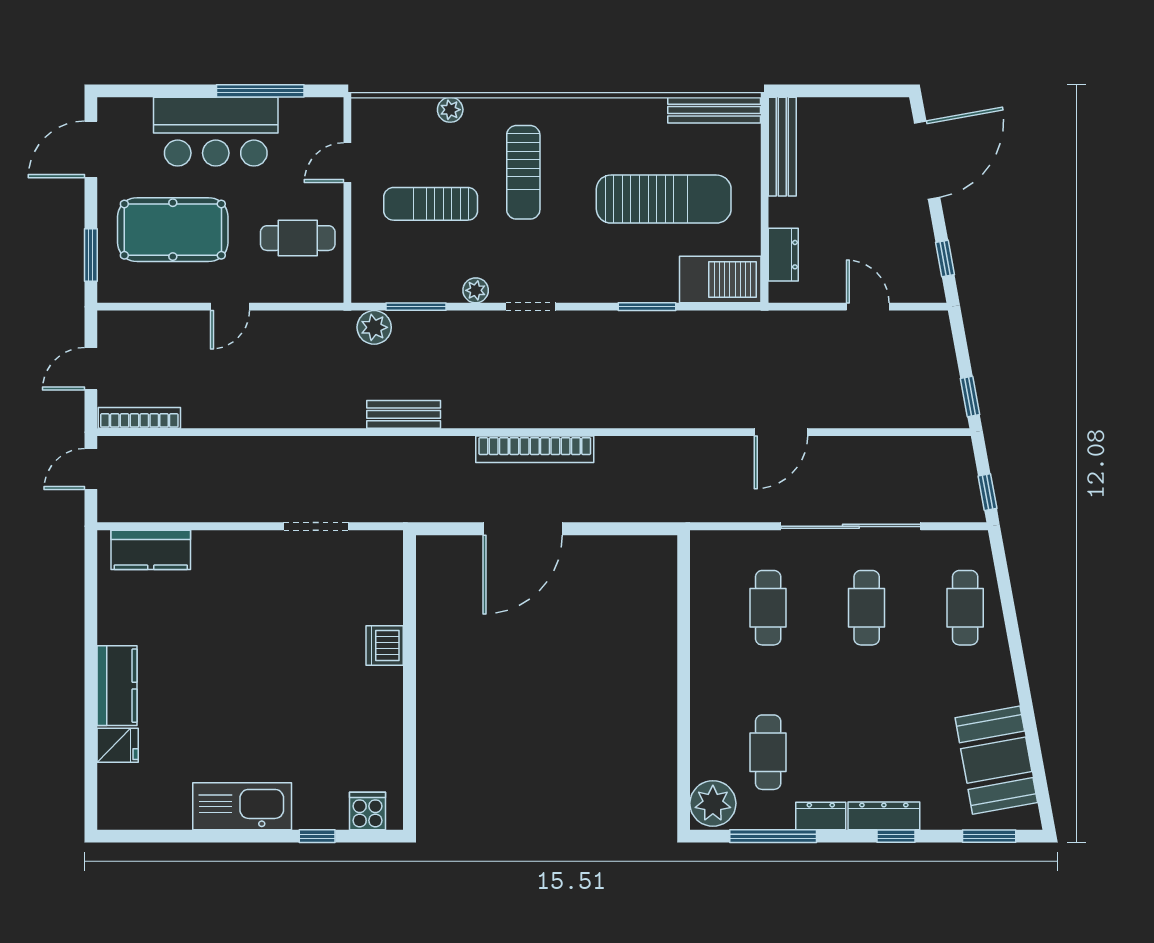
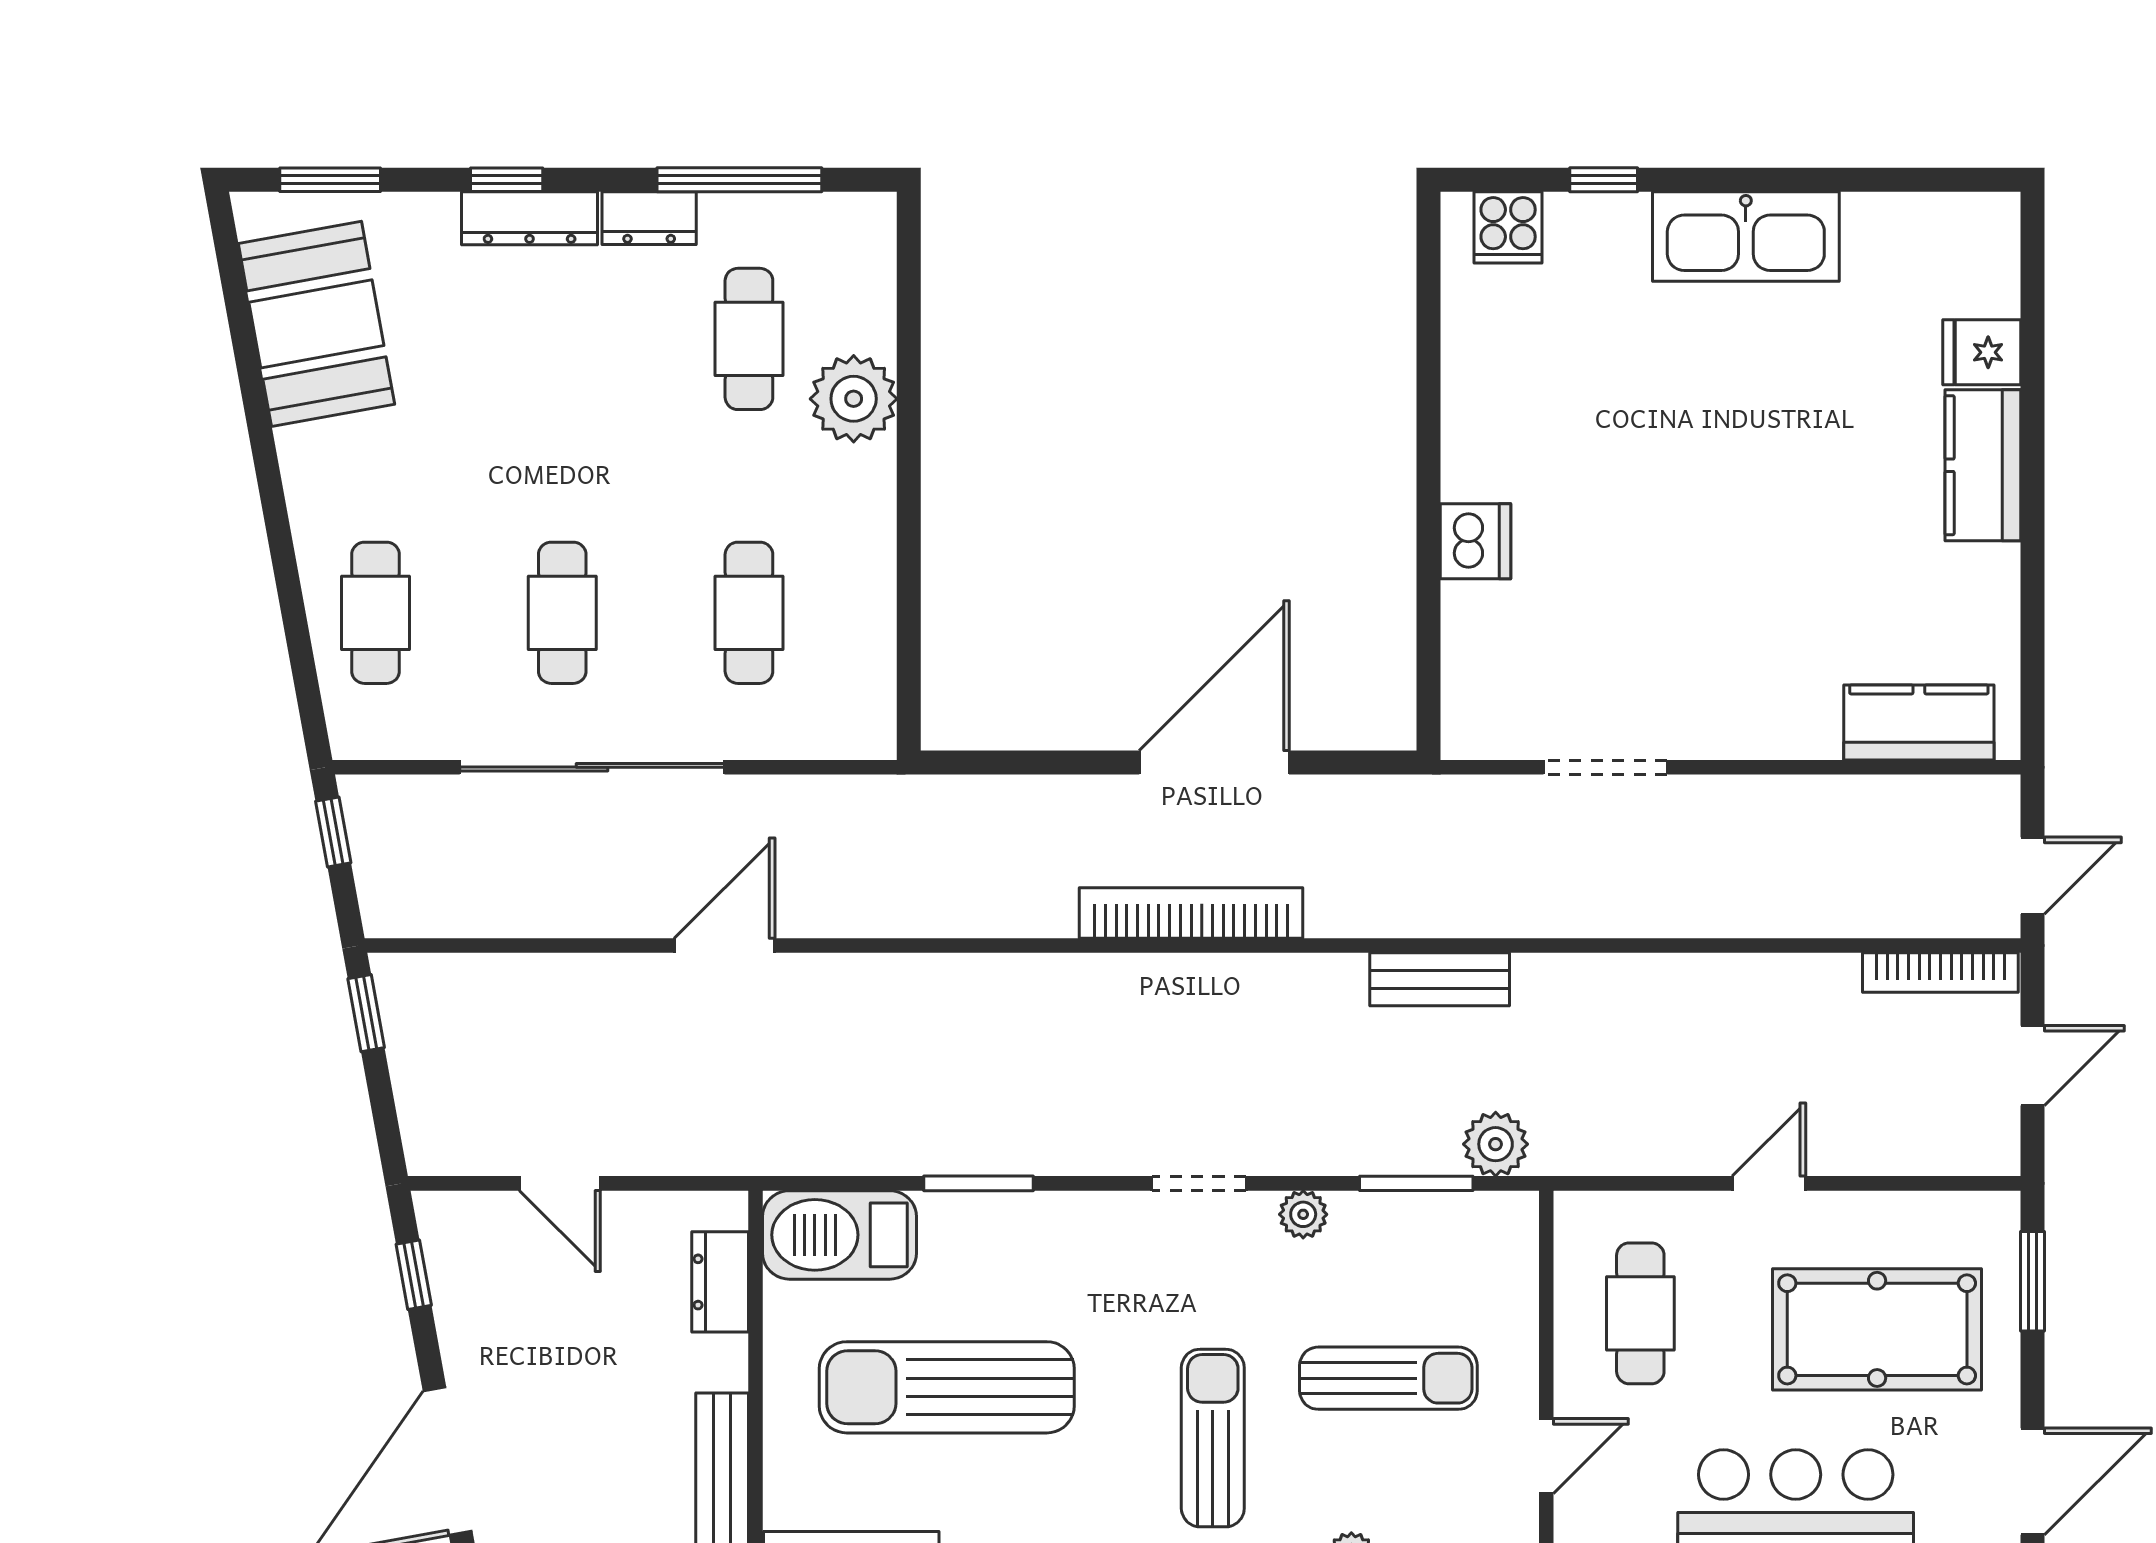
cafe table: (298, 238) -> (1640, 1313), turned 90
plant: (713, 803) -> (854, 399), moved

